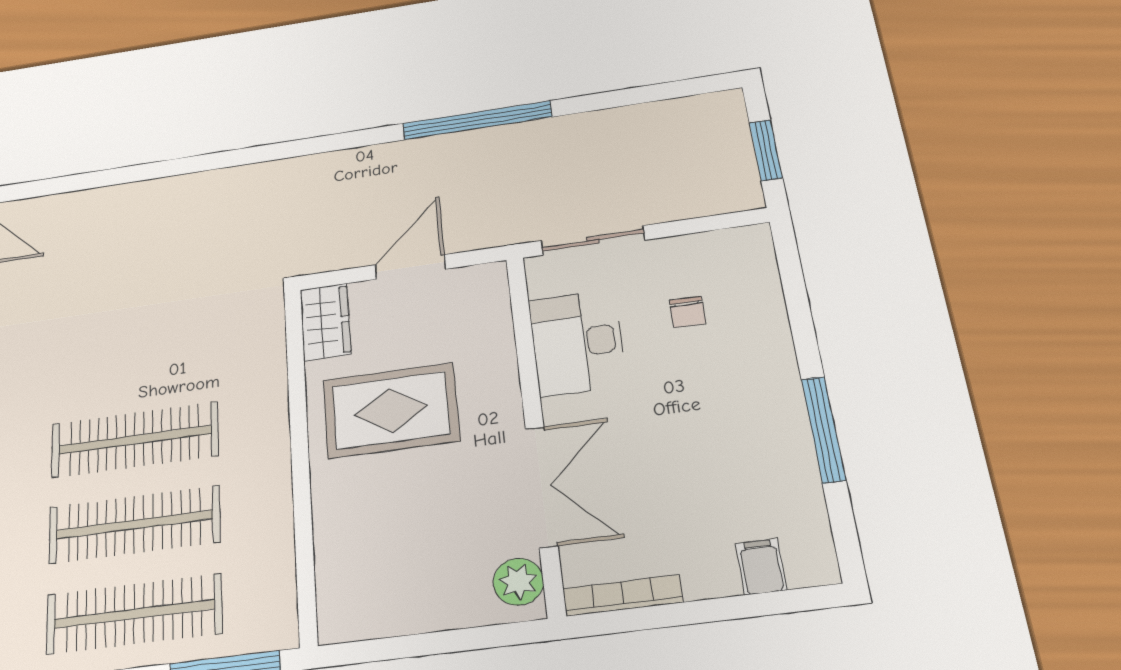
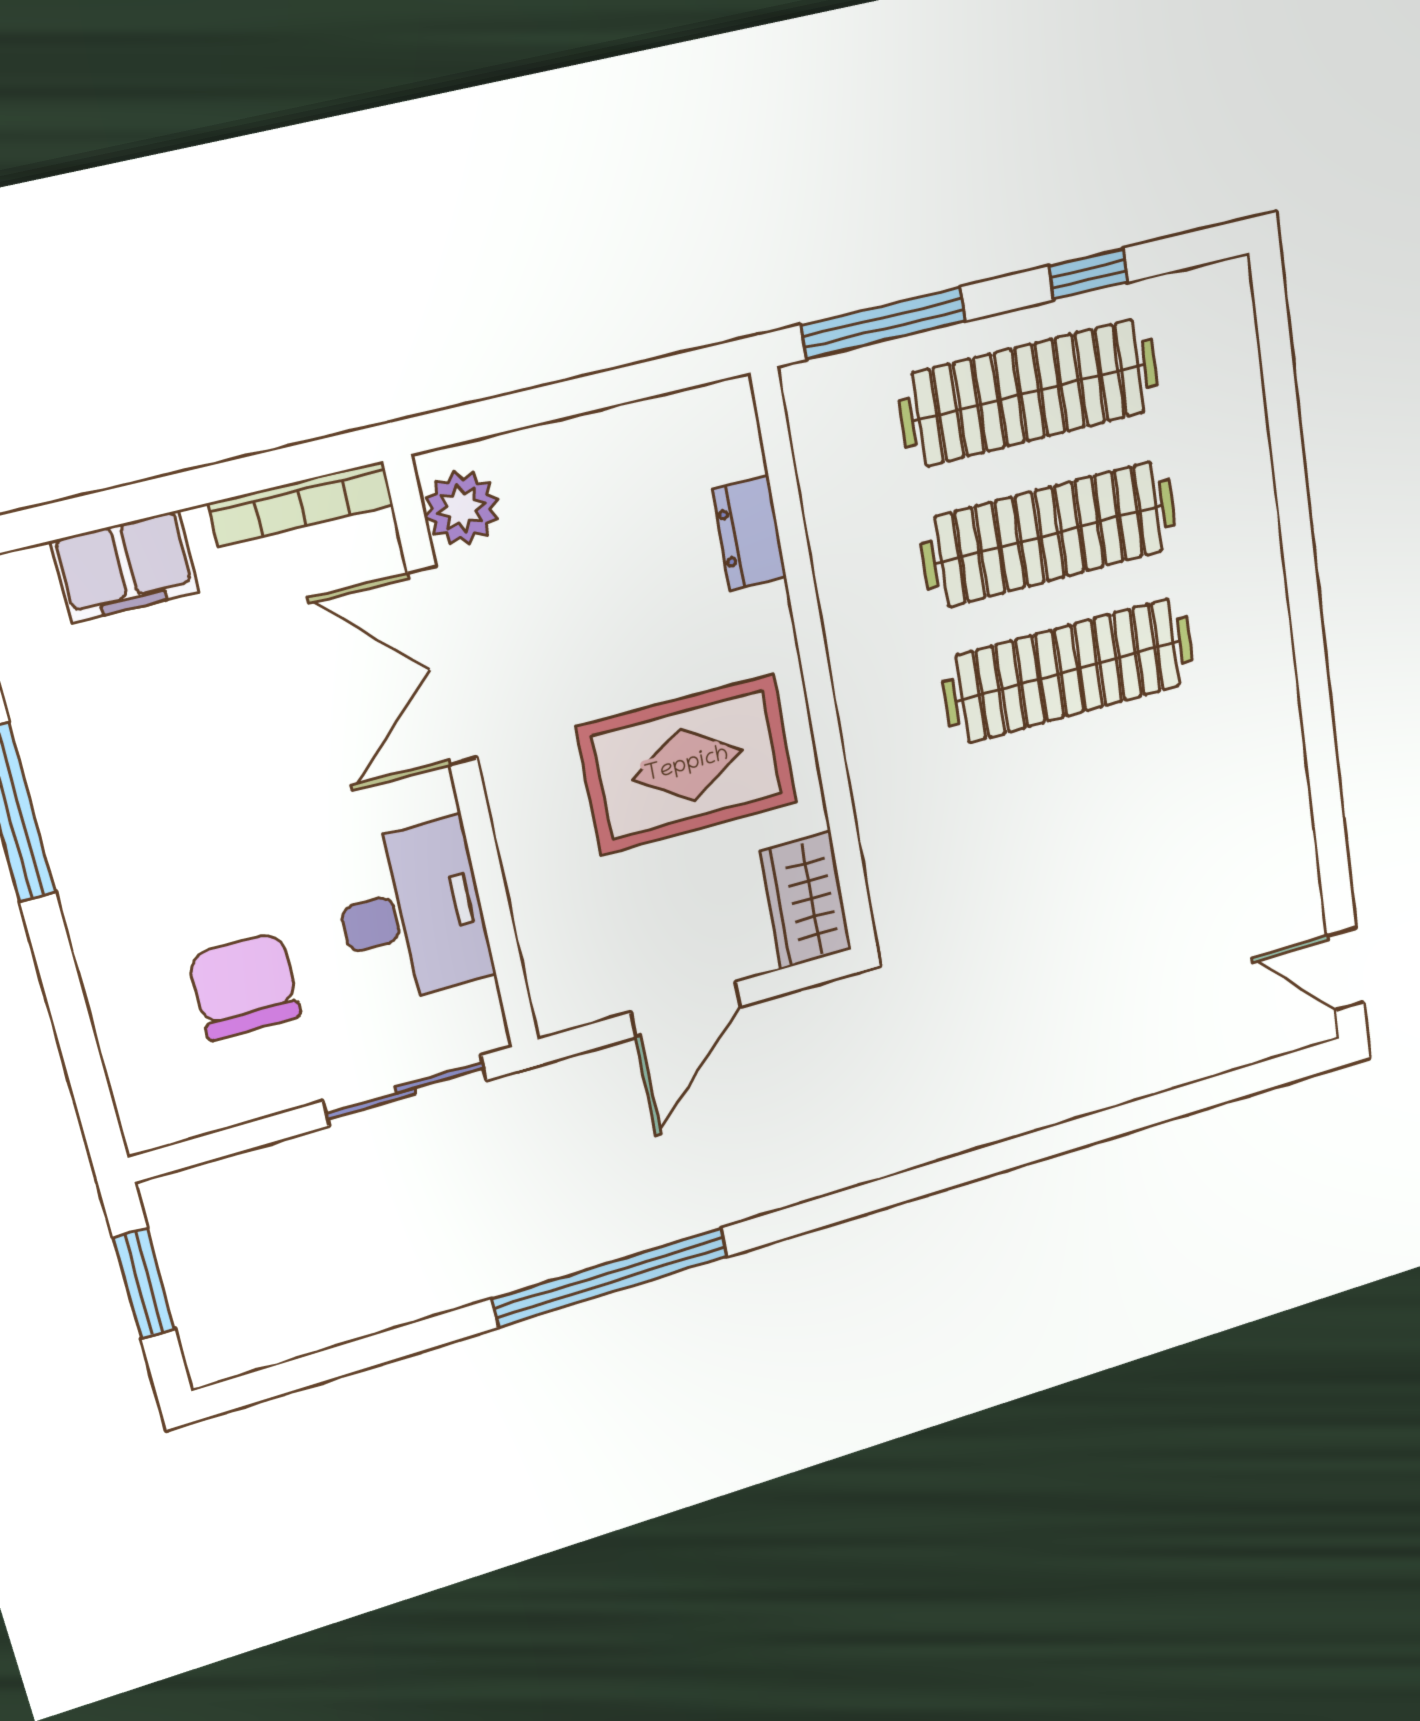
chair: (687, 312) -> (244, 986), width x1.87, depth x1.87
dresser: (332, 546) -> (749, 533), added
filing cabinet: (761, 567) -> (125, 567), width x2.00

